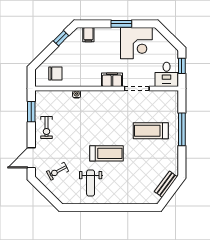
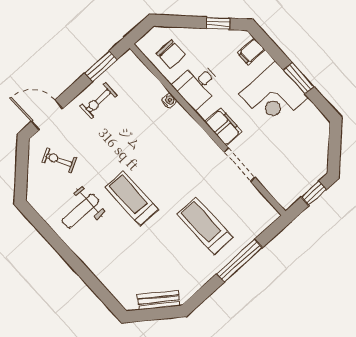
corner desk: (136, 43) -> (274, 96), moved
desk: (167, 74) -> (197, 85), moved
treadmill: (107, 153) -> (132, 198), turned 180

